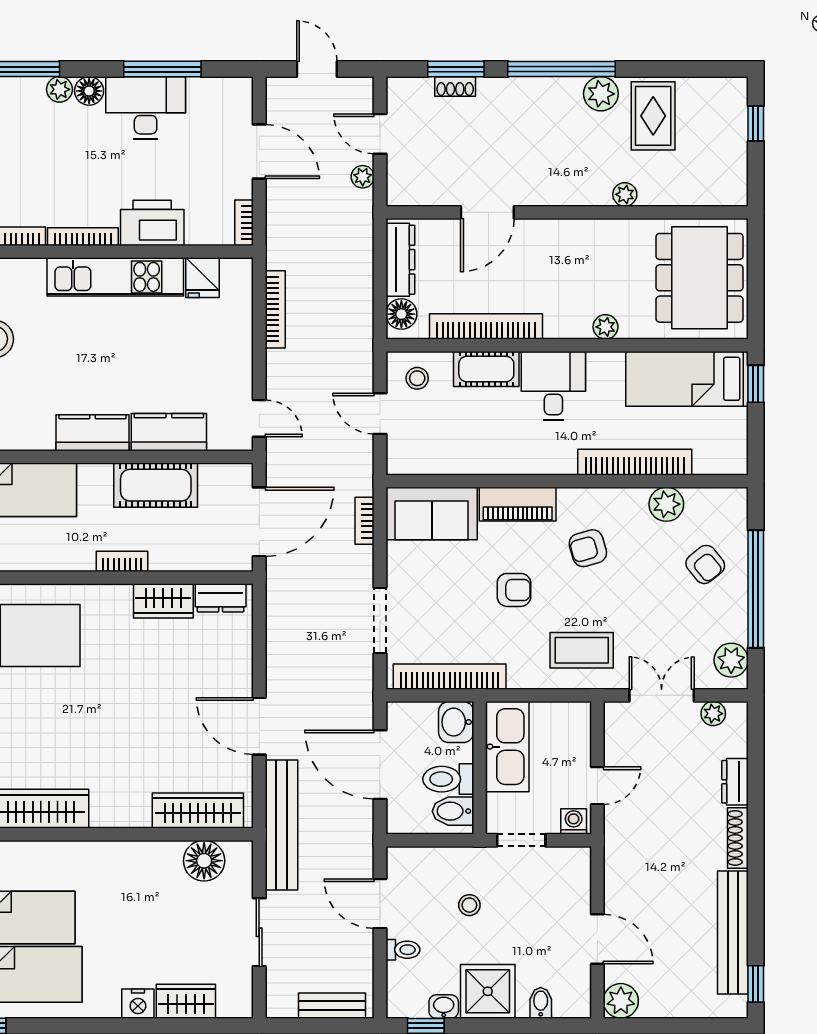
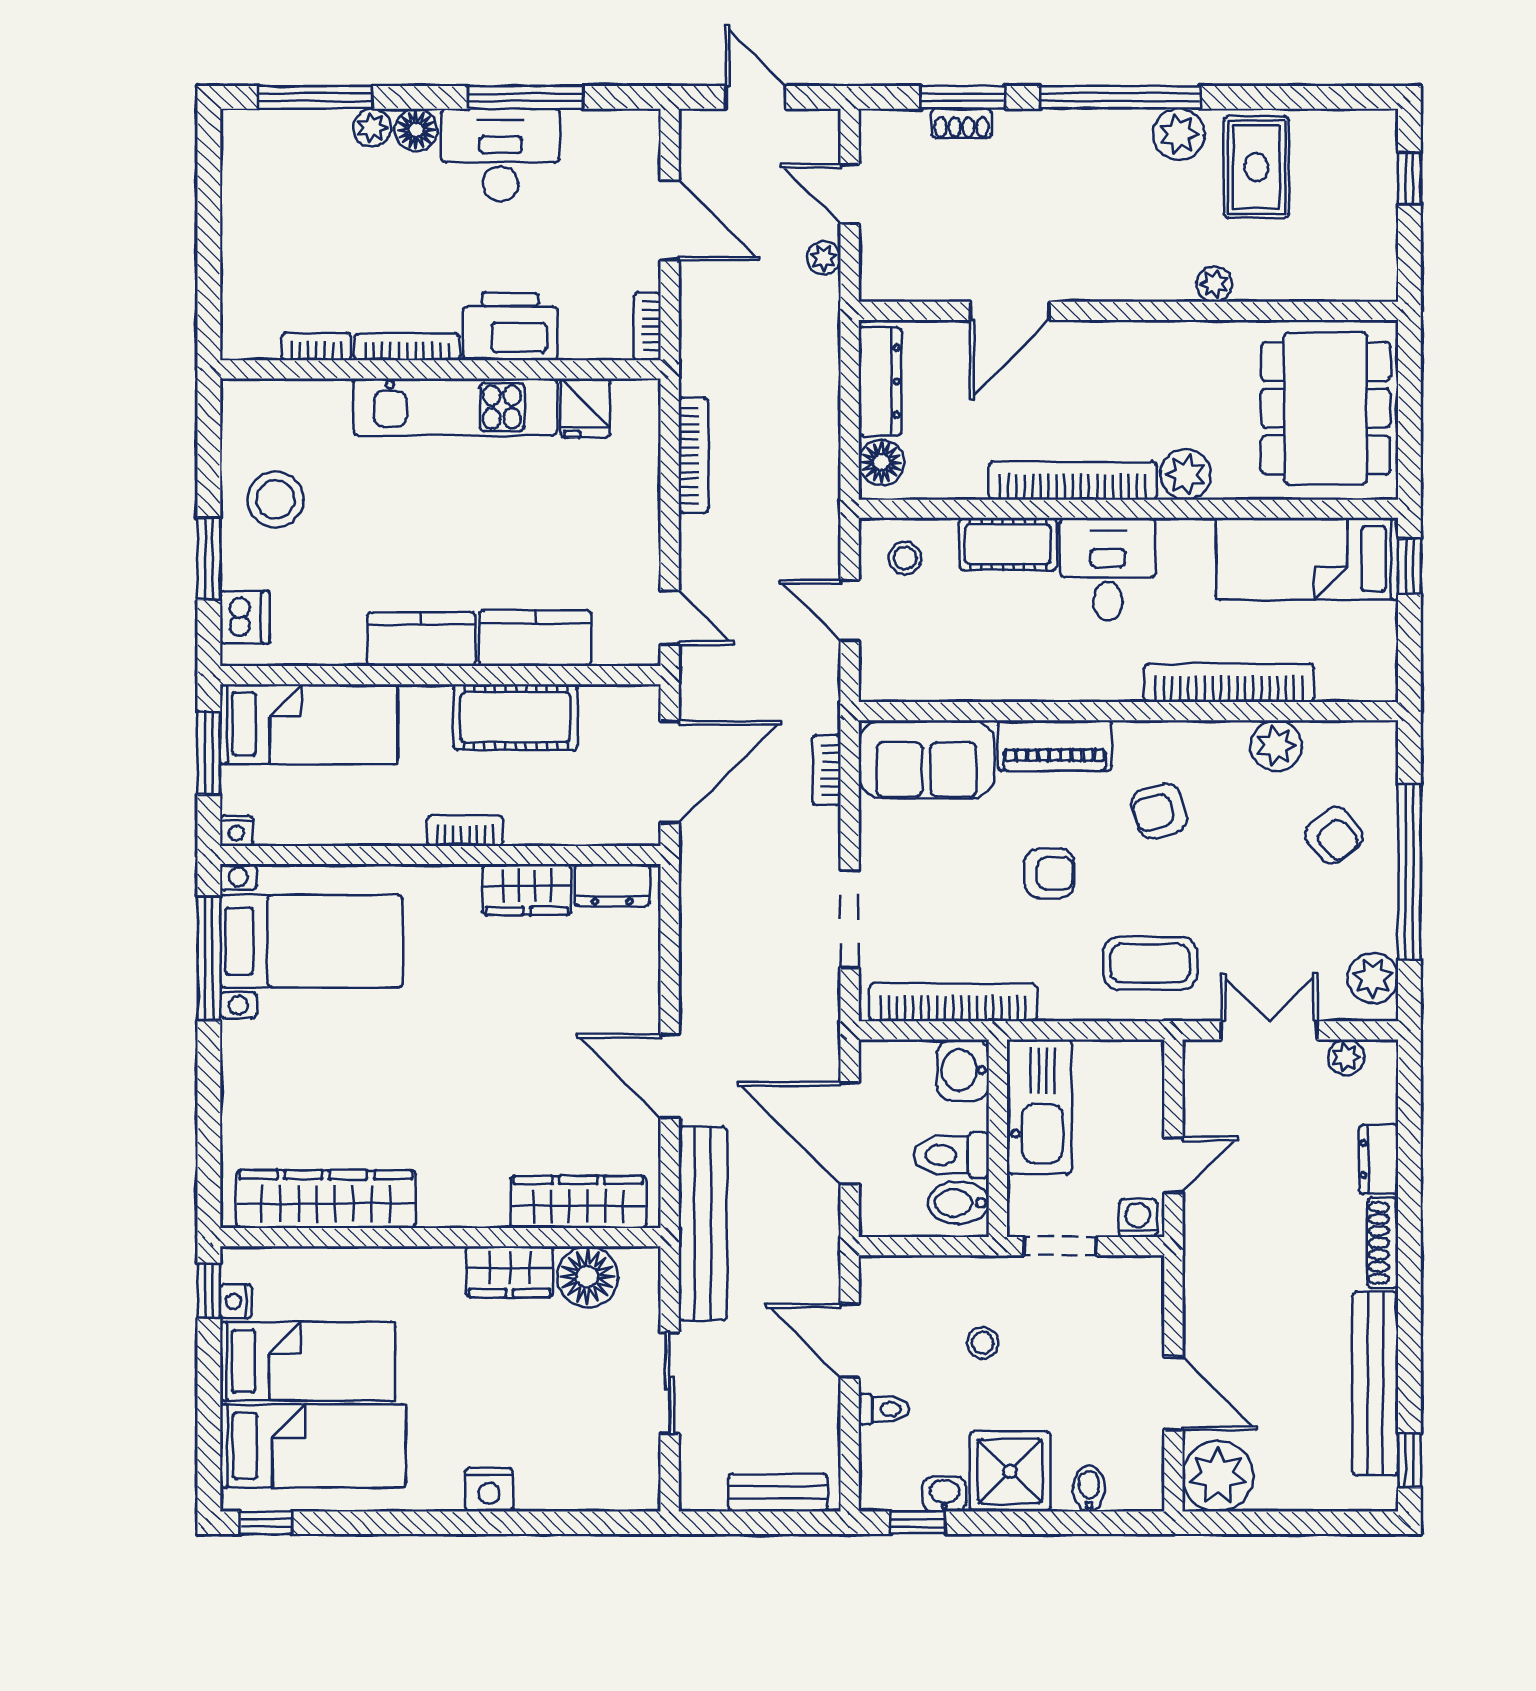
bookcase: (486, 326) -> (1073, 481), moved
plant: (605, 327) -> (1186, 475), width x1.38, depth x1.38
wardrobe: (186, 1001) -> (510, 1272), moved, turned 180
plant: (621, 1001) -> (1218, 1476), width x1.36, depth x1.36

